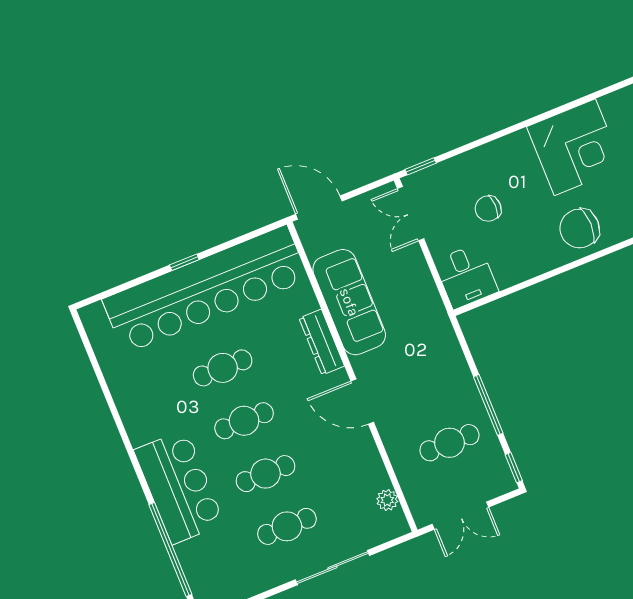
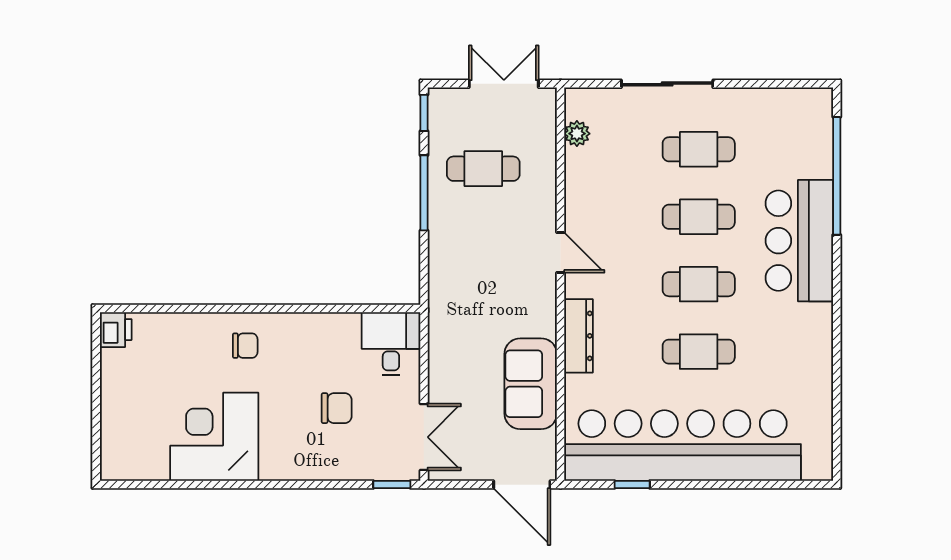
chair: (580, 228) -> (245, 346), width x0.54, depth x0.54
window: (184, 262) -> (632, 485), moved
sofa: (349, 302) -> (531, 384), width x0.73
door: (362, 402) -> (561, 252), width x0.73

